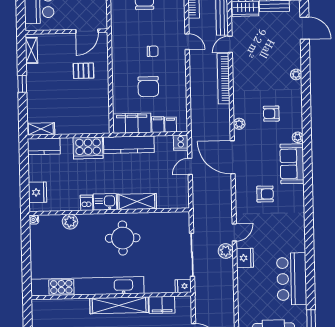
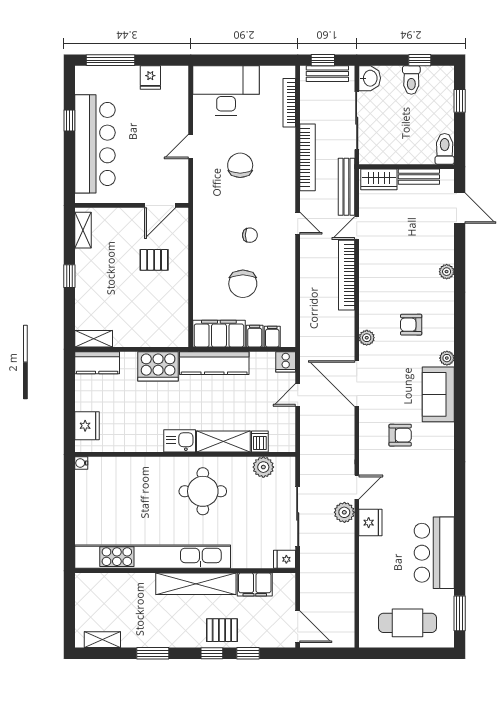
dishwasher: (87, 203) -> (260, 442), moved
plant: (70, 222) -> (263, 467), moved

